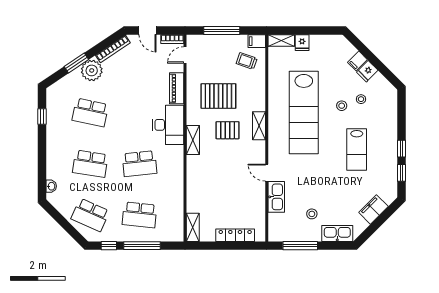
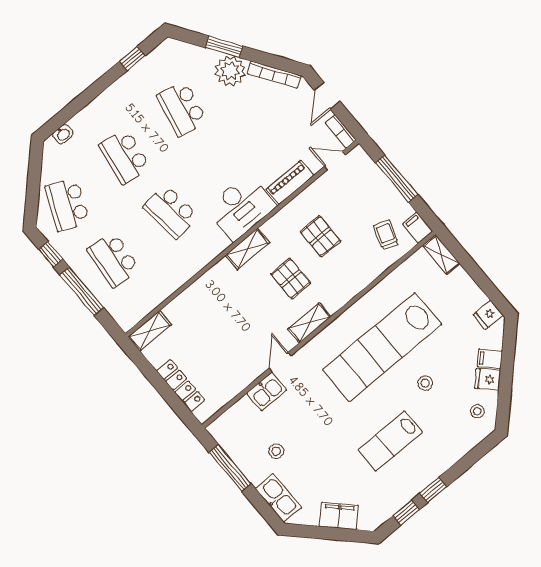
fridge: (302, 43) -> (488, 315), moved
pallet: (218, 96) -> (320, 236), width x0.67, depth x0.71
stool: (361, 99) -> (477, 411), moved
shelving: (259, 126) -> (309, 323), moved
kitchen sink: (276, 197) -> (267, 391), width x0.73

